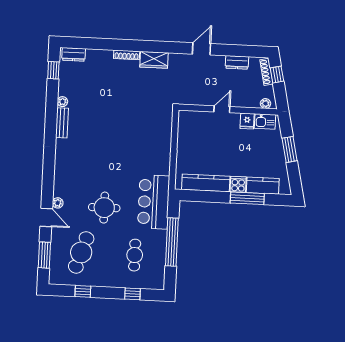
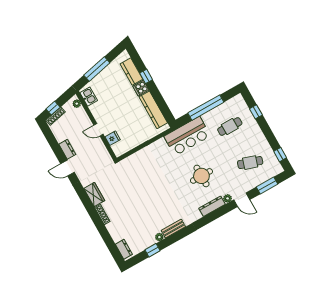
dresser: (237, 62) -> (67, 149), moved
window: (53, 70) -> (153, 250), moved
fridge: (247, 121) -> (113, 138), moved
window: (290, 149) -> (97, 69), width x1.44
dresser: (60, 180) -> (212, 206), added
window: (247, 198) -> (146, 76), width x0.46
round table: (104, 208) -> (201, 176), moved
door: (46, 218) -> (242, 200), swing flipped
cafe table: (81, 252) -> (250, 163), width x0.73, depth x0.74
window: (83, 291) -> (280, 155), moved

